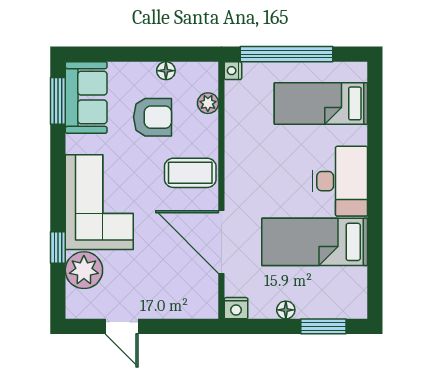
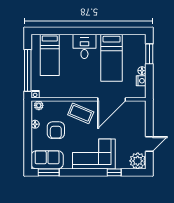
plant: (208, 103) -> (39, 105), moved
armchair: (153, 117) -> (56, 130), turned 180
coffee table: (190, 173) -> (81, 113), turned -67
desk: (340, 181) -> (84, 46), width x0.73
plant: (84, 270) -> (138, 161), moved
nightstand: (236, 308) -> (141, 81), moved

